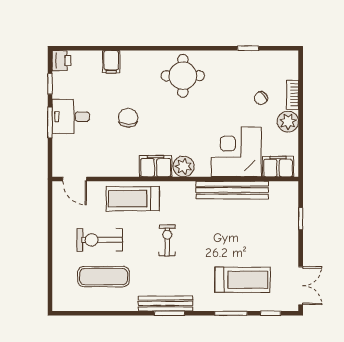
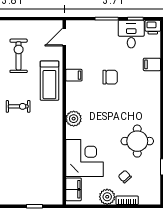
round table: (183, 76) -> (137, 141), moved
desk: (71, 117) -> (131, 34), moved
filing cabinet: (156, 166) -> (74, 75), moved, width x0.50
bench: (232, 190) -> (56, 155), removed
treadmill: (133, 199) -> (49, 81), turned 180

